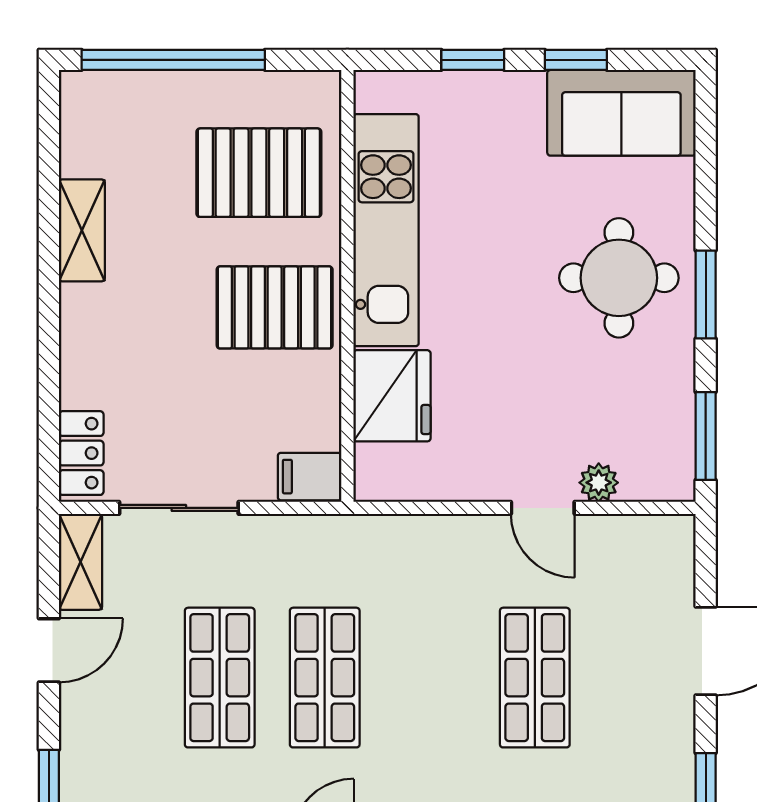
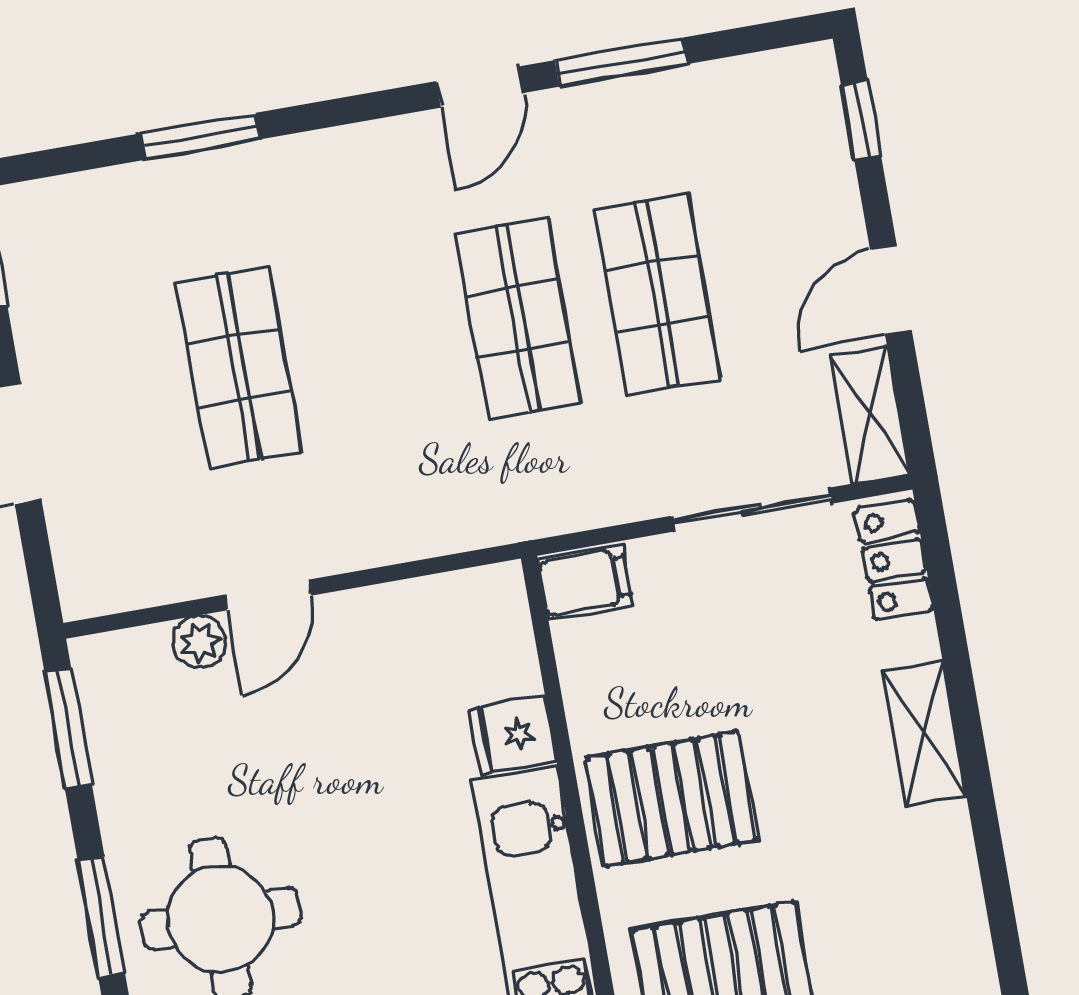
shelving: (82, 230) -> (924, 733), moved
fridge: (392, 396) -> (513, 735), width x0.53, depth x0.75
door: (543, 508) -> (268, 595), swing flipped

